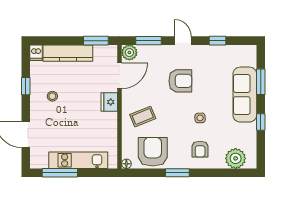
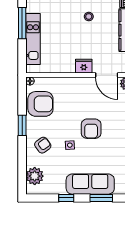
armchair: (180, 81) -> (91, 129), moved
coffee table: (143, 117) -> (71, 95), removed
armchair: (200, 149) -> (43, 145), turned 144

